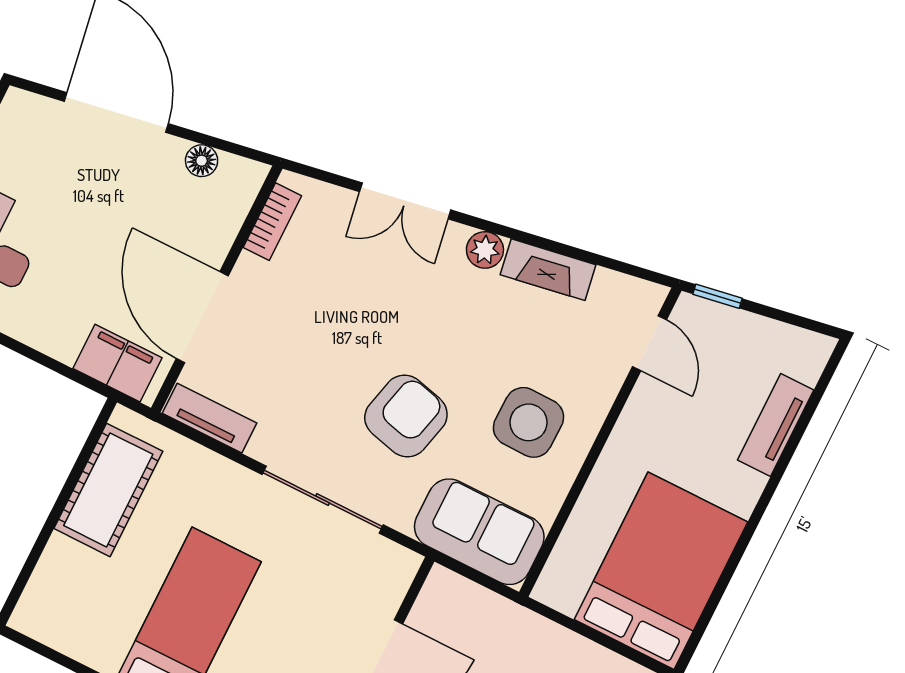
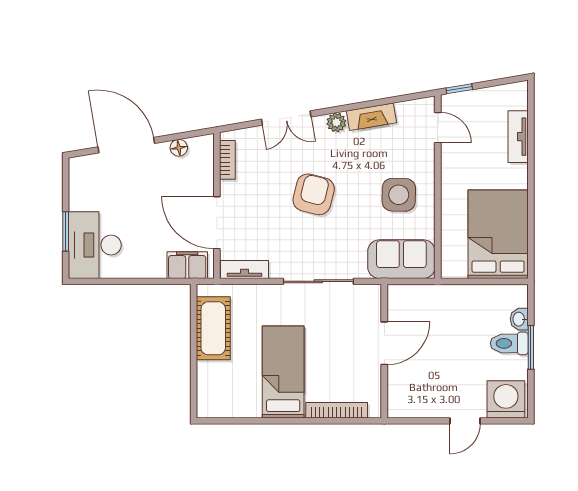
armchair: (406, 416) -> (314, 194), moved

